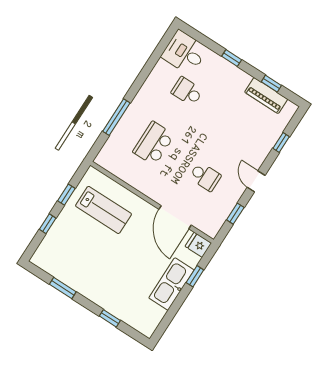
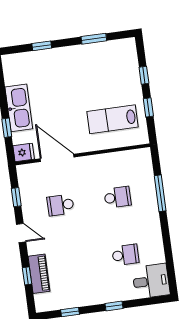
piano: (266, 96) -> (39, 274), moved, turned 90
school desk: (154, 143) -> (117, 197), width x0.54

